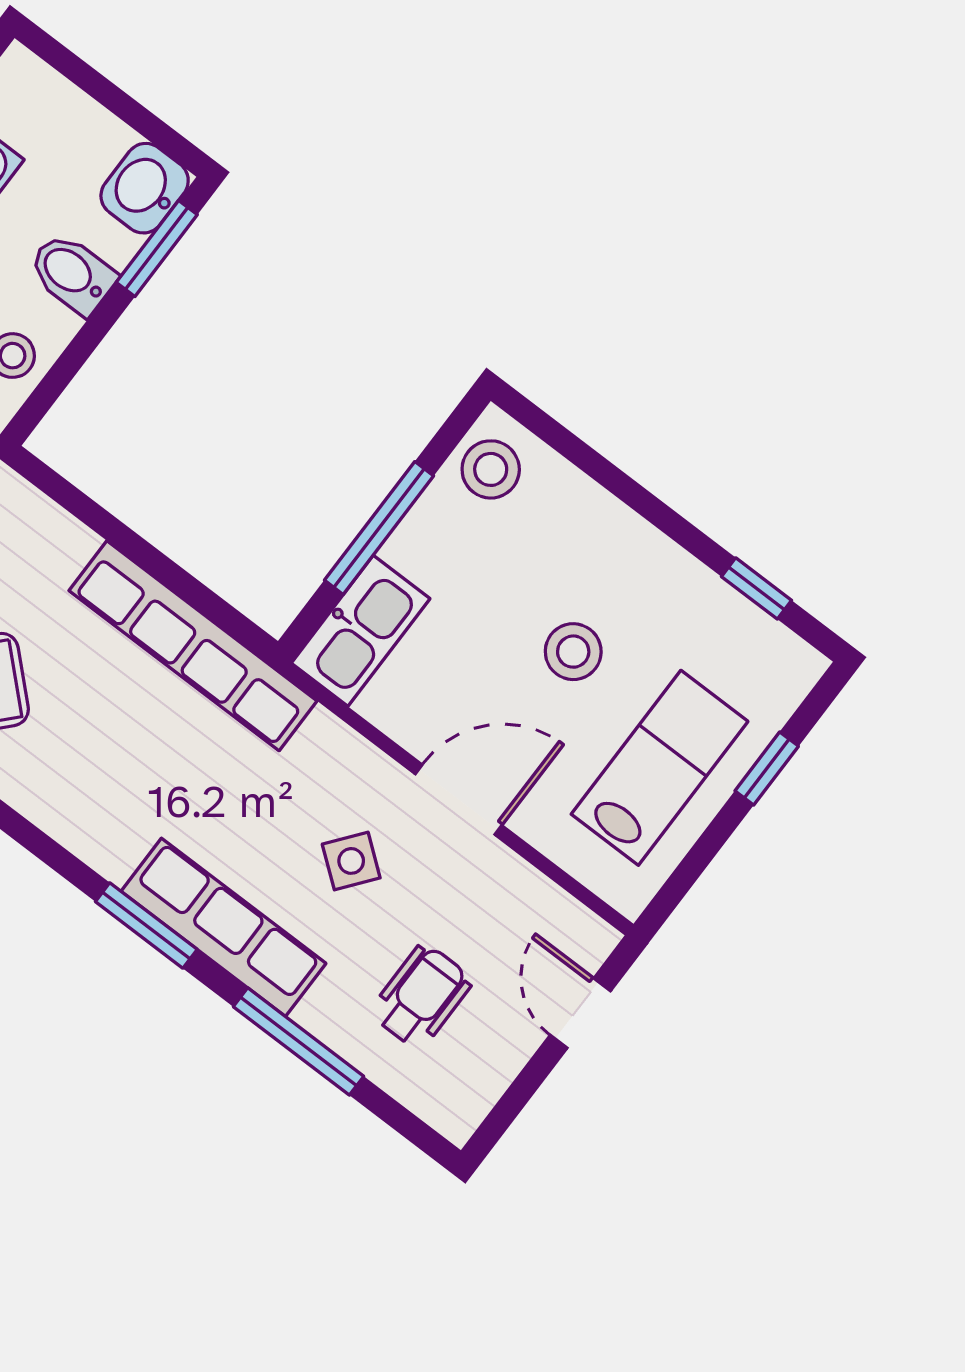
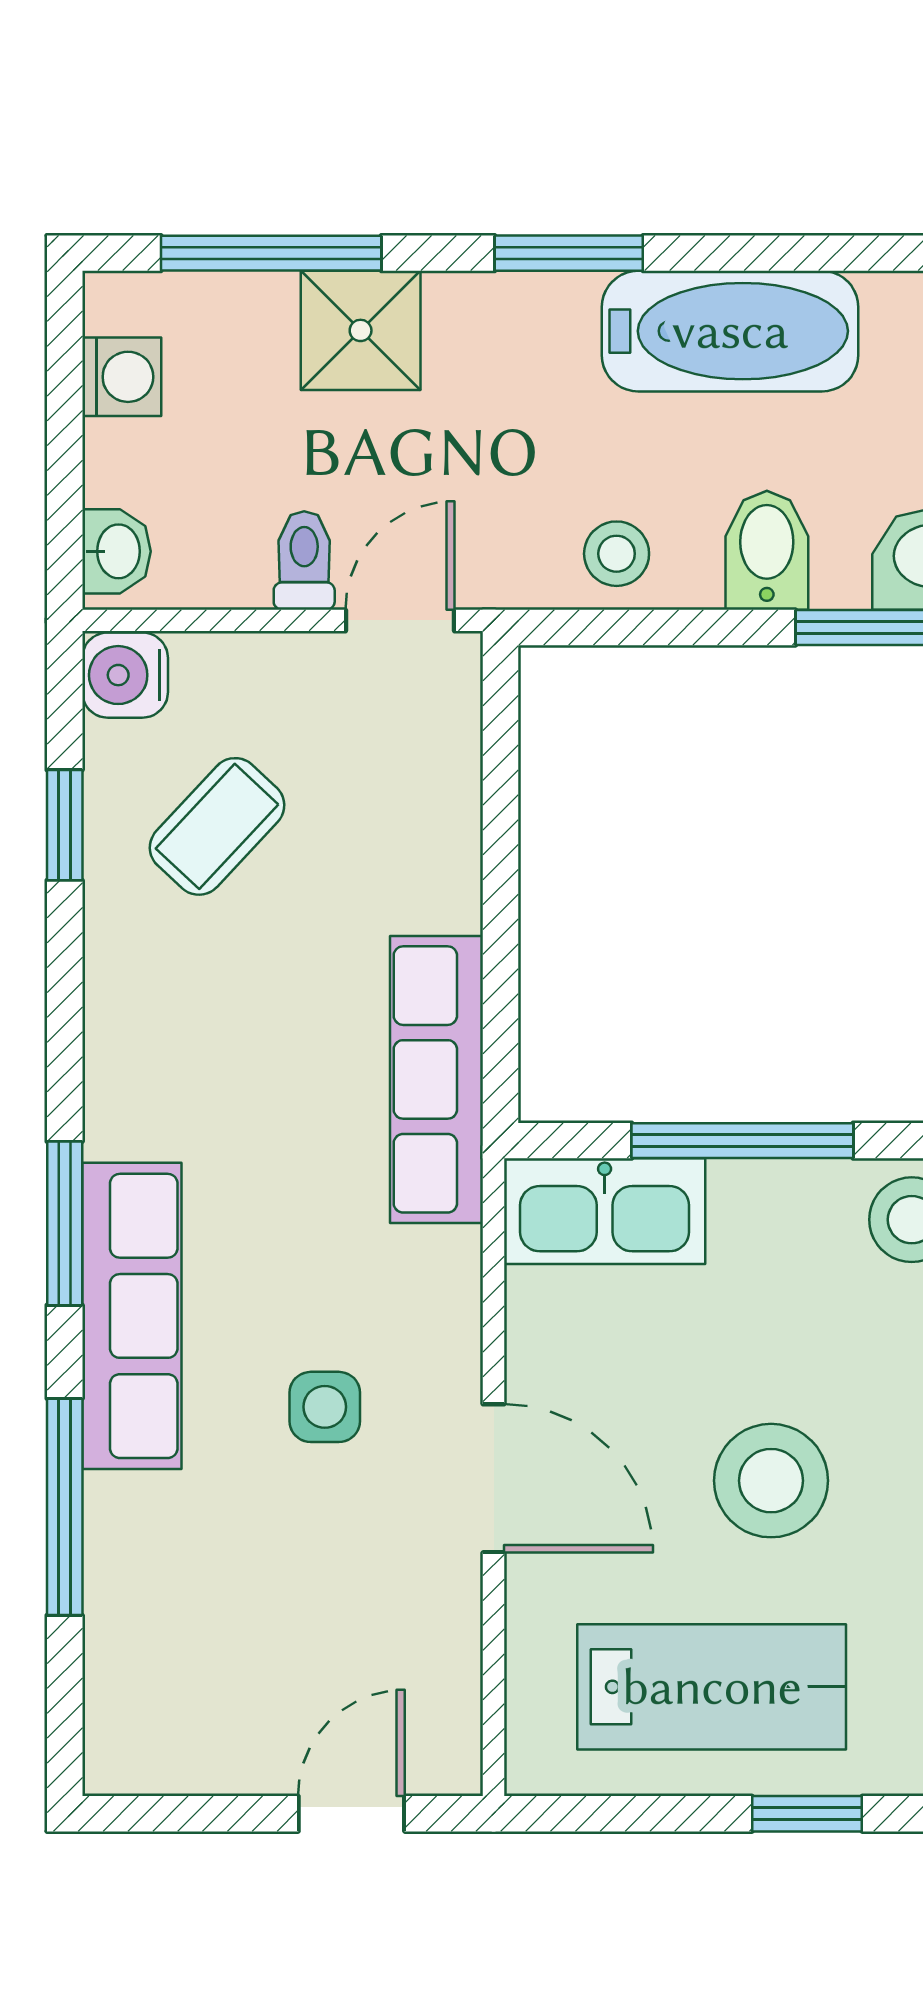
row of seats: (193, 646) -> (437, 1079), width x0.73
stool: (573, 652) -> (771, 1481), width x1.38, depth x1.38
side table: (351, 861) -> (325, 1407), turned -38
wheelchair: (421, 996) -> (228, 1611), removed

